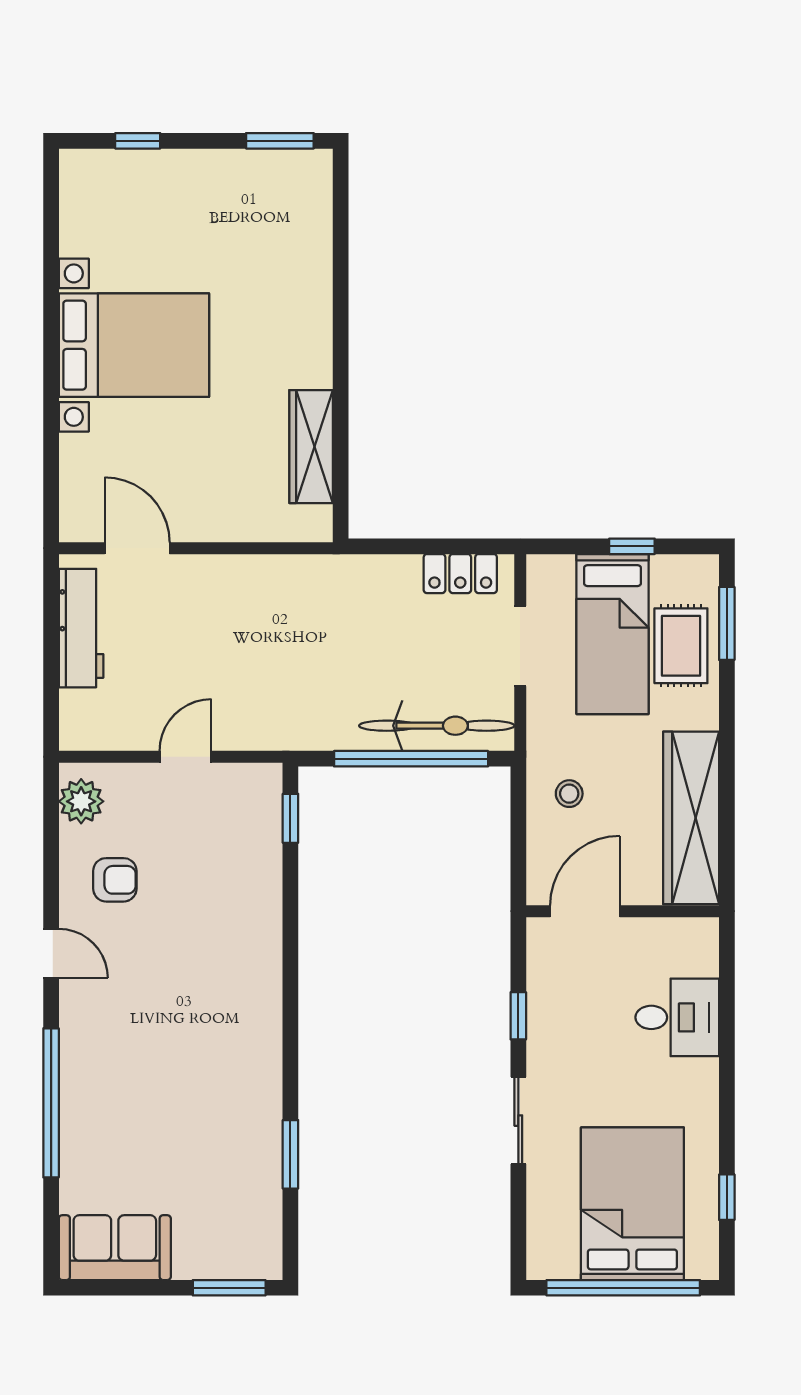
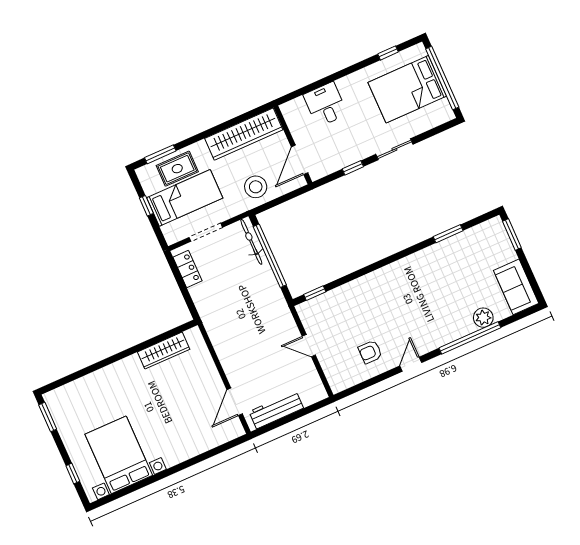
bed with nightstands: (134, 345) -> (119, 455), moved
bicycle: (437, 726) -> (251, 242), width x0.73, depth x0.71
stool: (569, 794) -> (256, 187), width x1.89, depth x1.89
plant: (81, 801) -> (483, 318), moved
armchair: (115, 880) -> (370, 352), turned -90
door: (585, 911) -> (300, 160), hinge flipped

